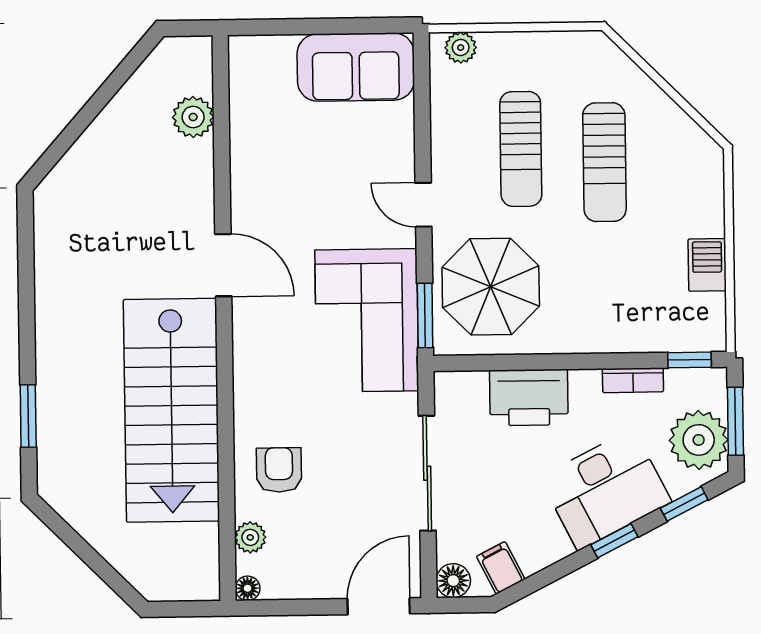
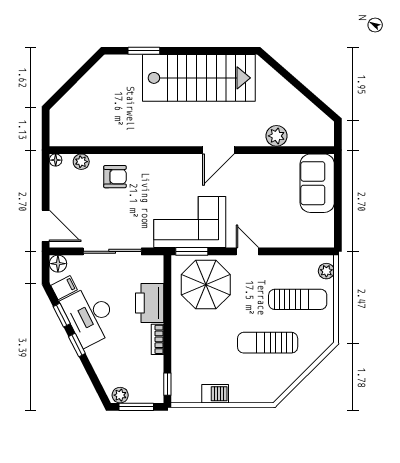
sofa: (356, 67) -> (317, 183), moved
plant: (193, 117) -> (276, 136), moved
sun lounger: (521, 149) -> (298, 299), moved, turned 180
door: (423, 205) -> (247, 251), hinge flipped
bookcase: (633, 380) -> (158, 339), moved
stairs: (171, 410) -> (199, 78), moved, turned 180
plant: (699, 440) -> (120, 395), width x0.53, depth x0.53
desk: (605, 490) -> (90, 315), moved
window: (684, 504) -> (62, 315), moved

